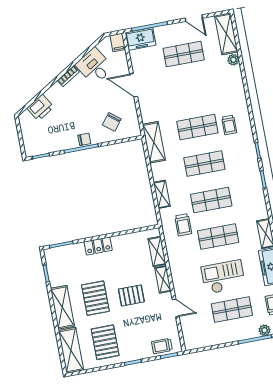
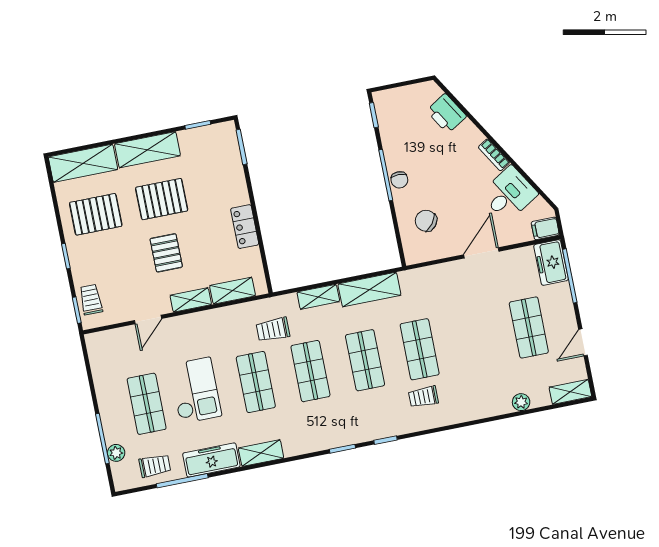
shelving: (226, 34) -> (570, 392), width x0.67, depth x0.75
shelving: (154, 142) -> (369, 290), moved
locker: (98, 246) -> (245, 227), moved

